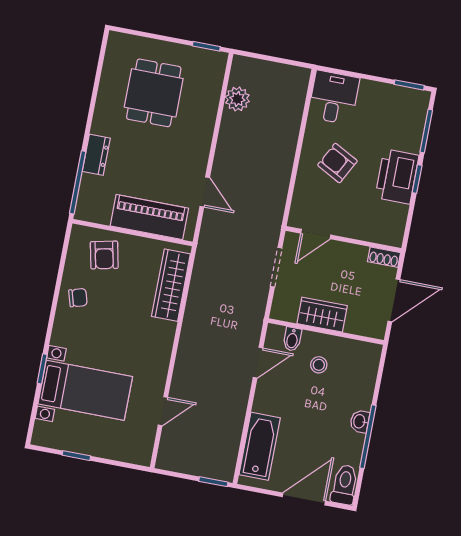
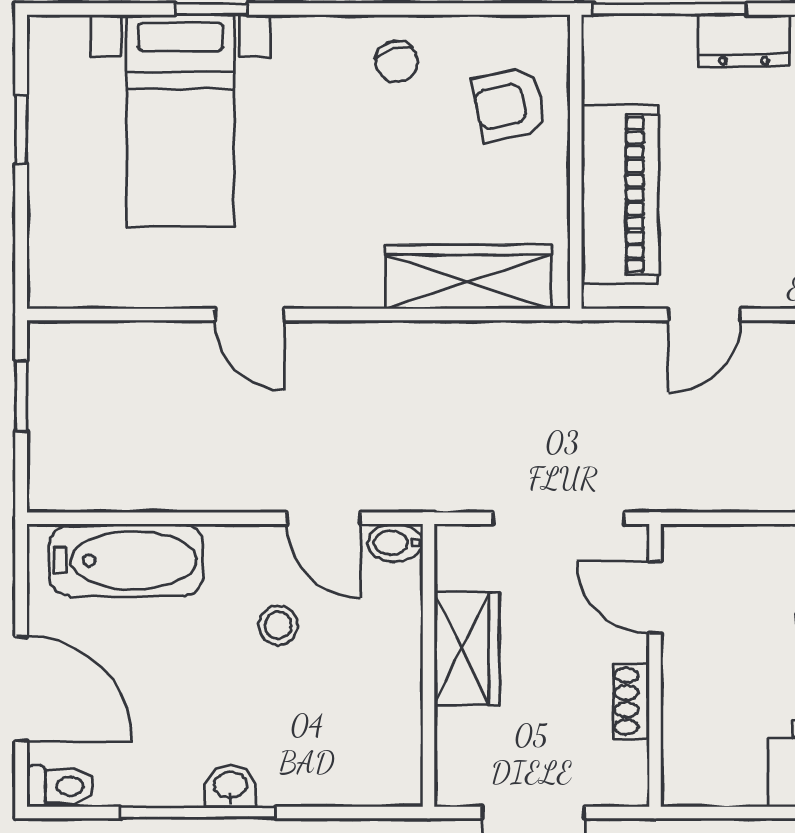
shoe rack: (384, 257) -> (631, 701), moved
doorway: (276, 267) -> (558, 518), width x1.38
bidet: (292, 339) -> (395, 543), moved
stool: (319, 365) -> (278, 625), moved
door: (163, 411) -> (249, 315), moved
window: (213, 482) -> (21, 396), moved
toilet: (344, 485) -> (60, 786), width x0.73, depth x0.72

